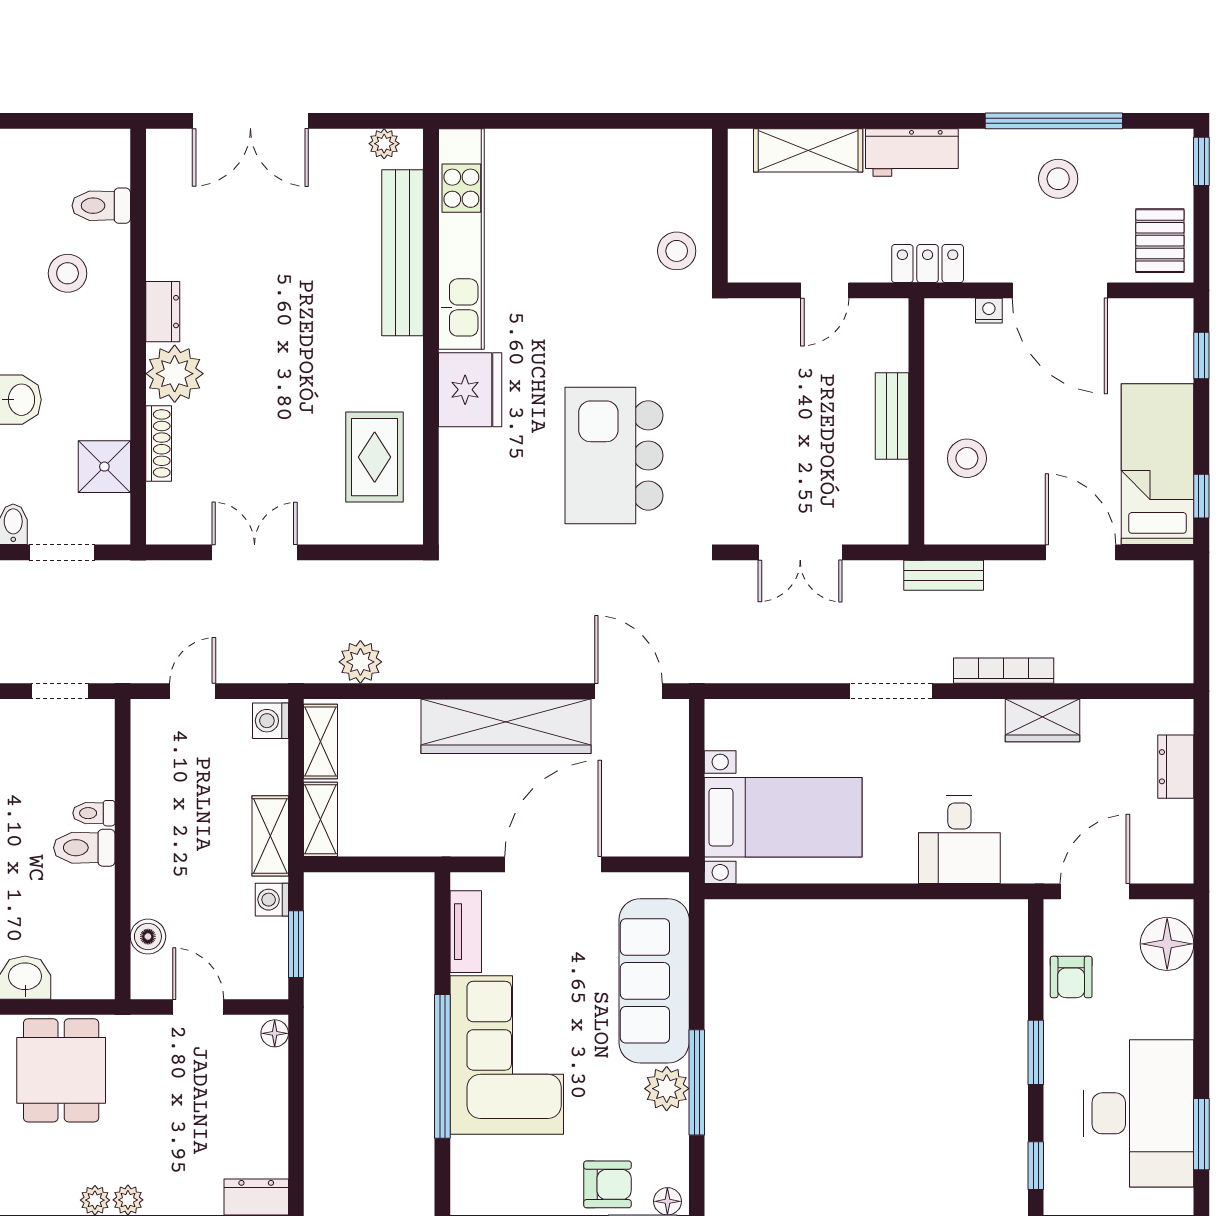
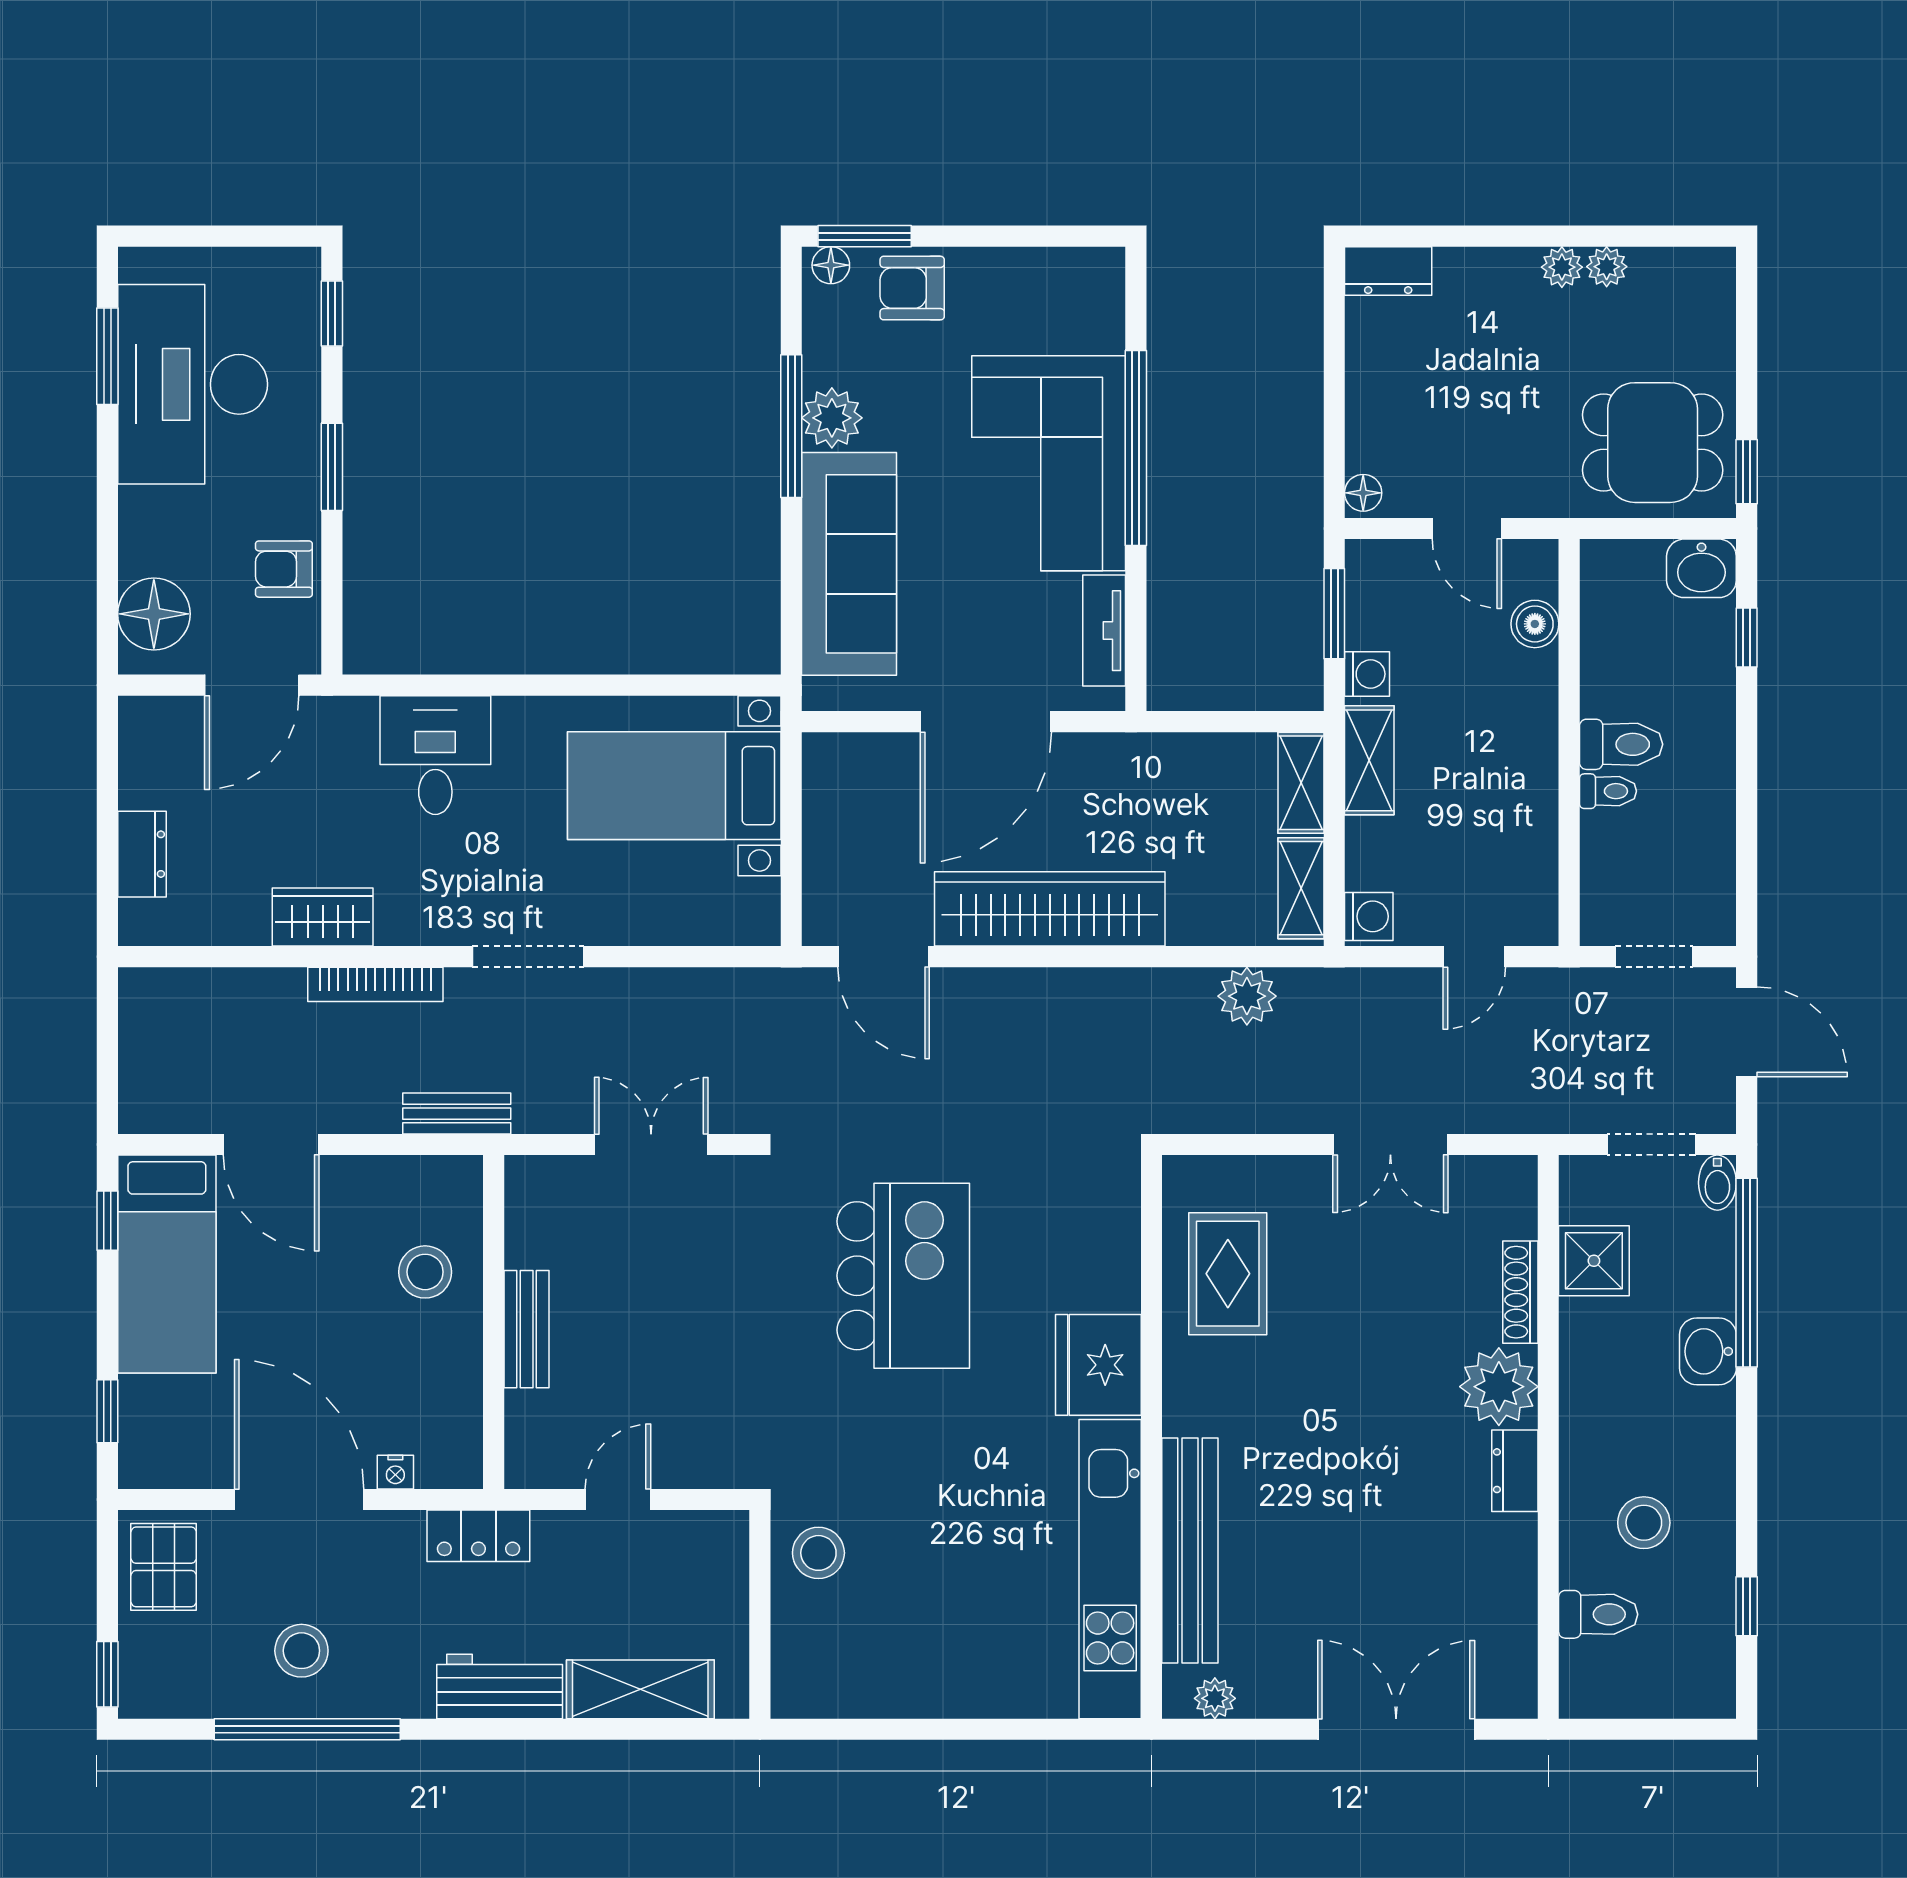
armchair: (1071, 977) -> (284, 569), turned -90
dining table: (61, 1070) -> (1653, 443), turned 90

